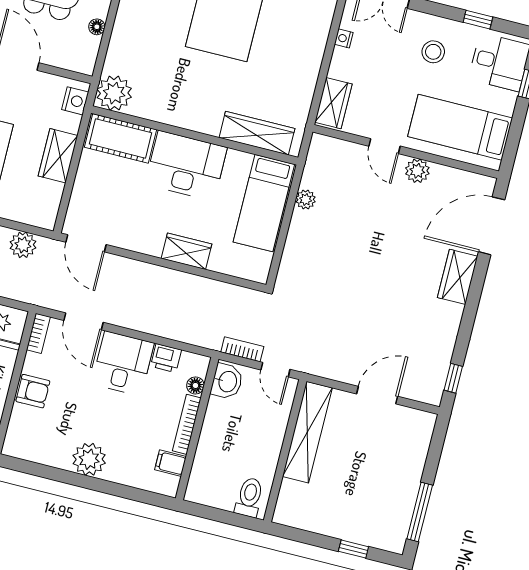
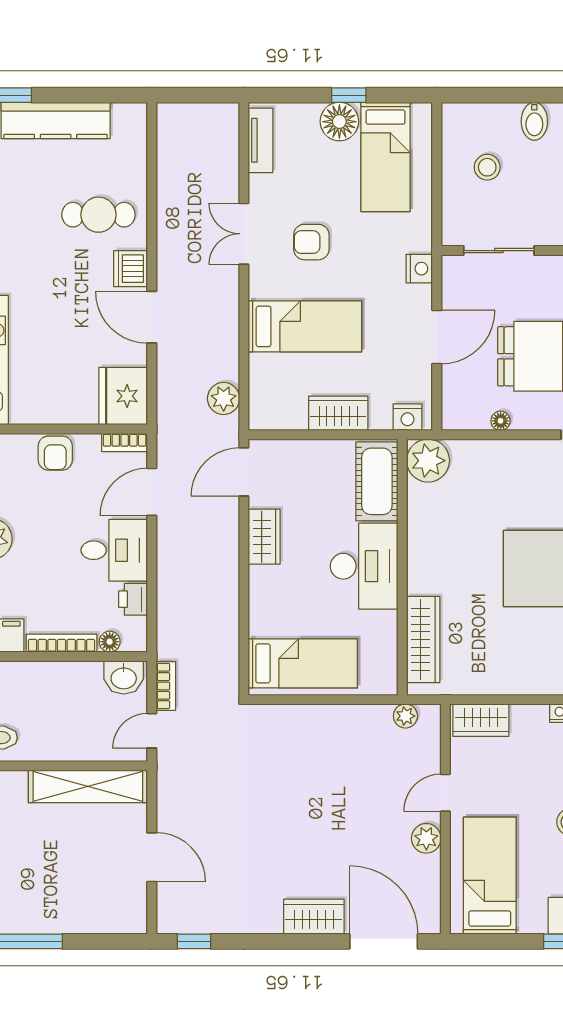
plant: (306, 199) -> (405, 716), moved
bed: (264, 203) -> (303, 663), moved, turned 180
wardrobe: (186, 251) -> (264, 537), moved

